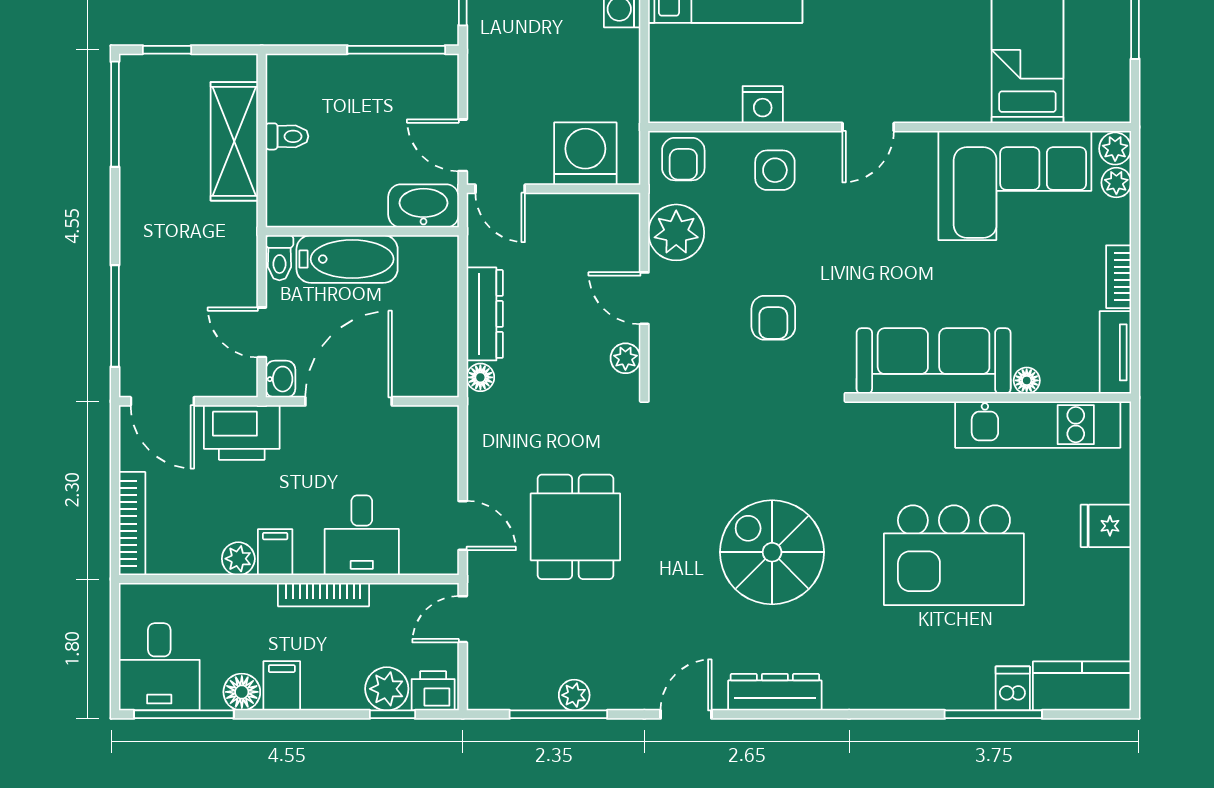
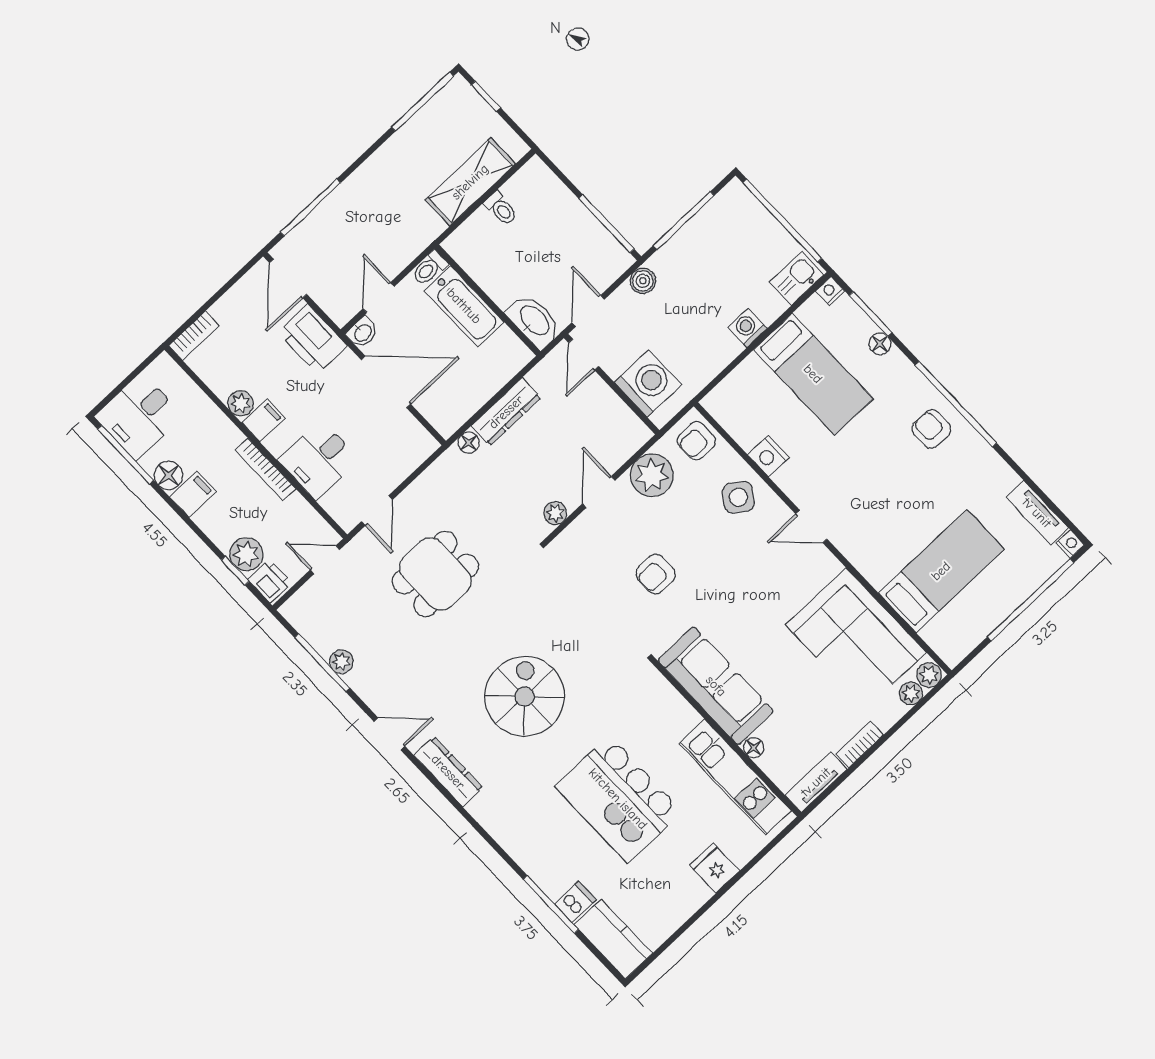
boiler: (483, 66) -> (643, 281), added
side table: (775, 170) -> (738, 497), turned 36
bookcase: (132, 524) -> (194, 336), width x0.64

